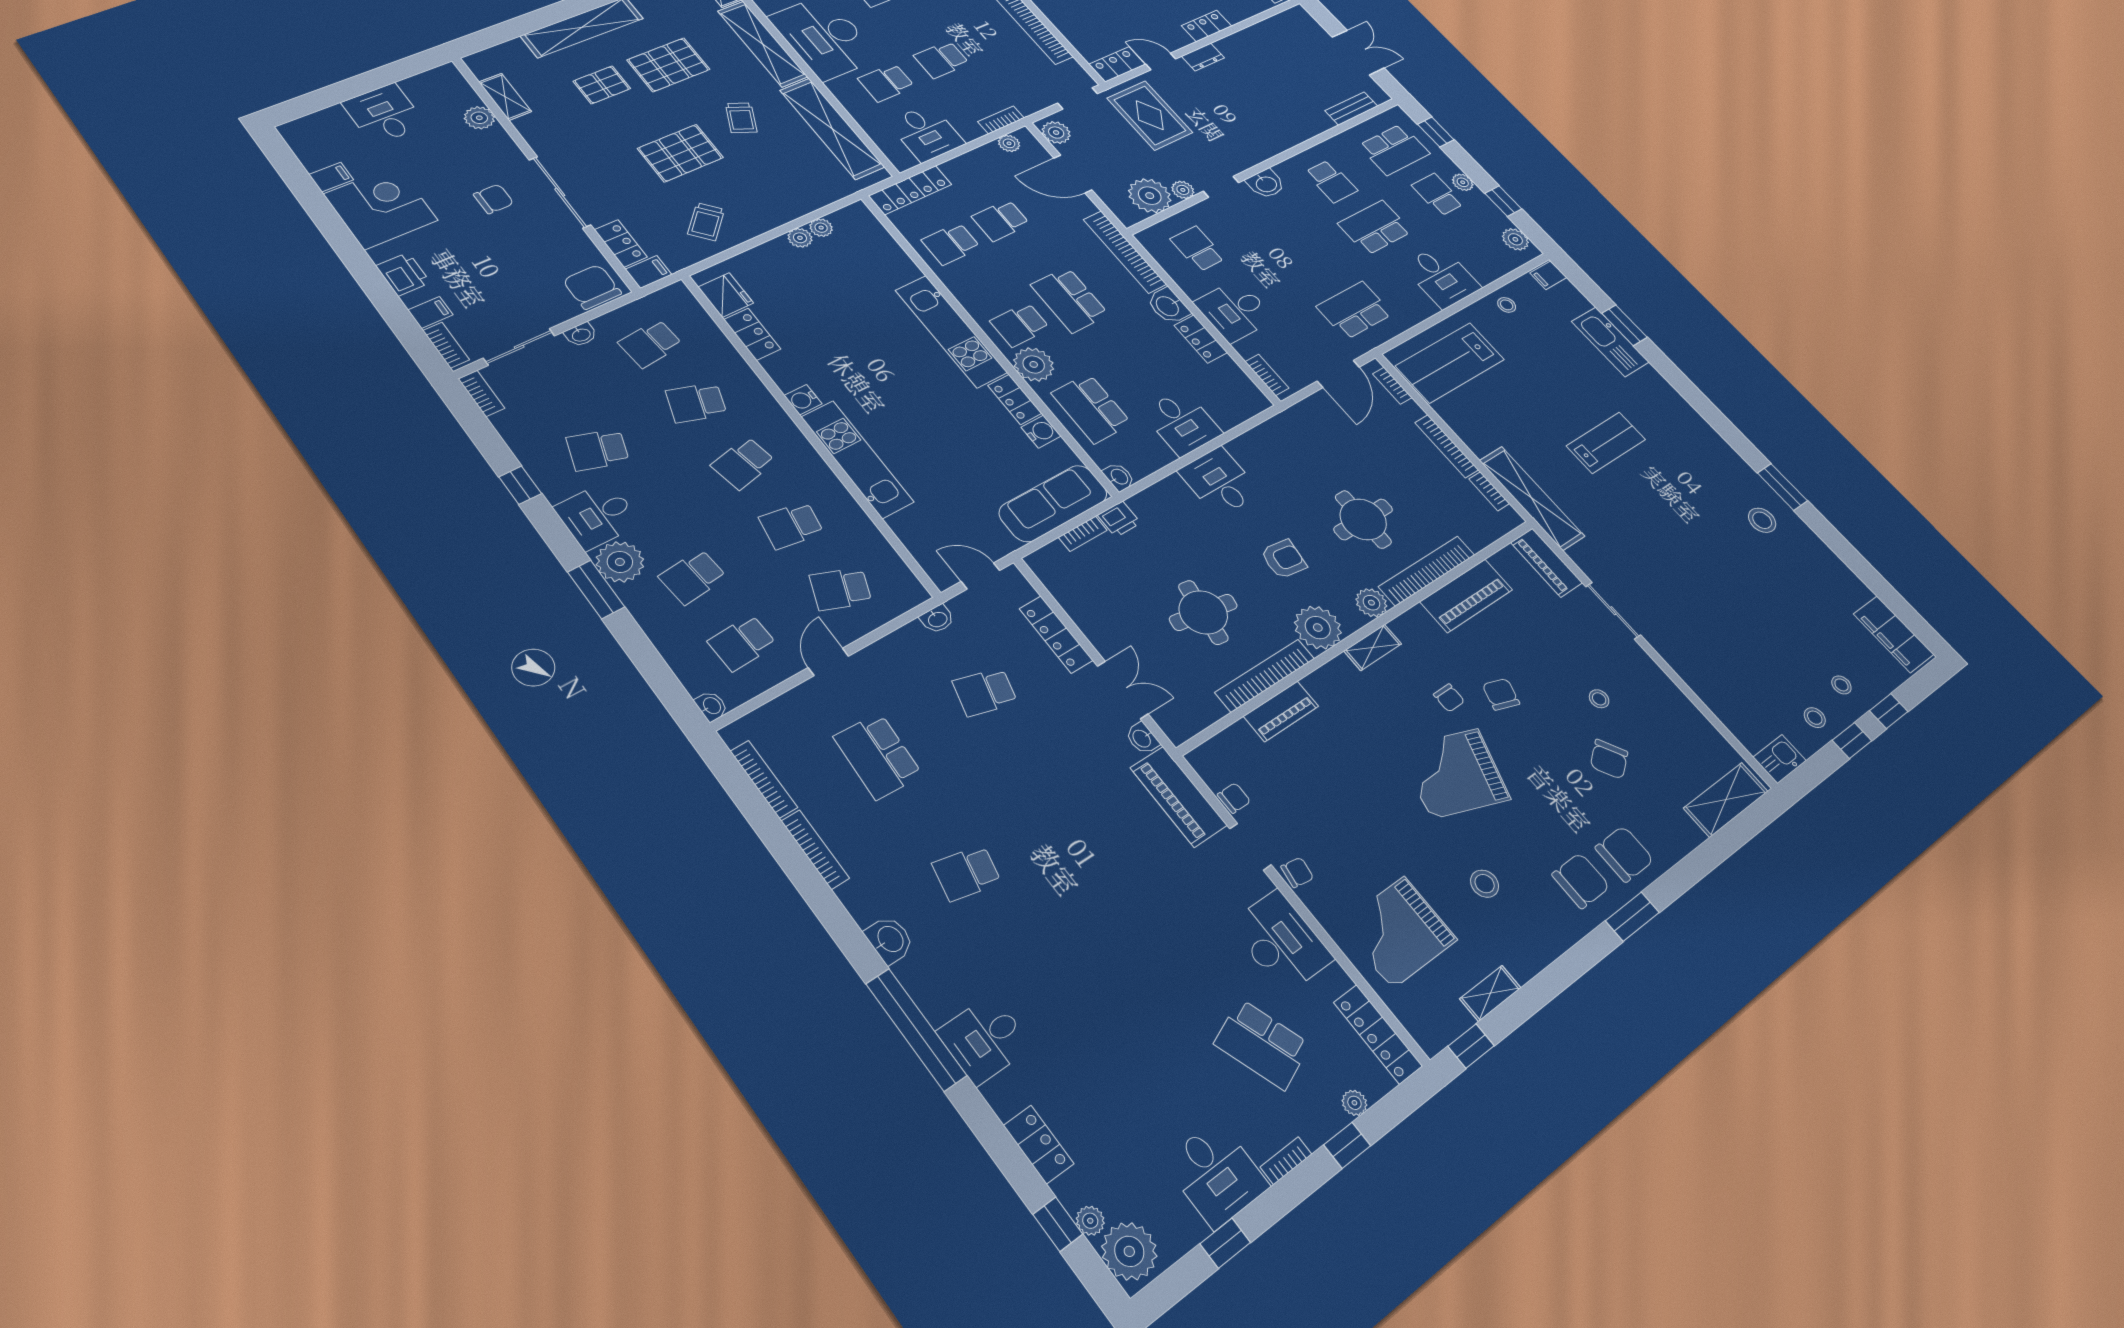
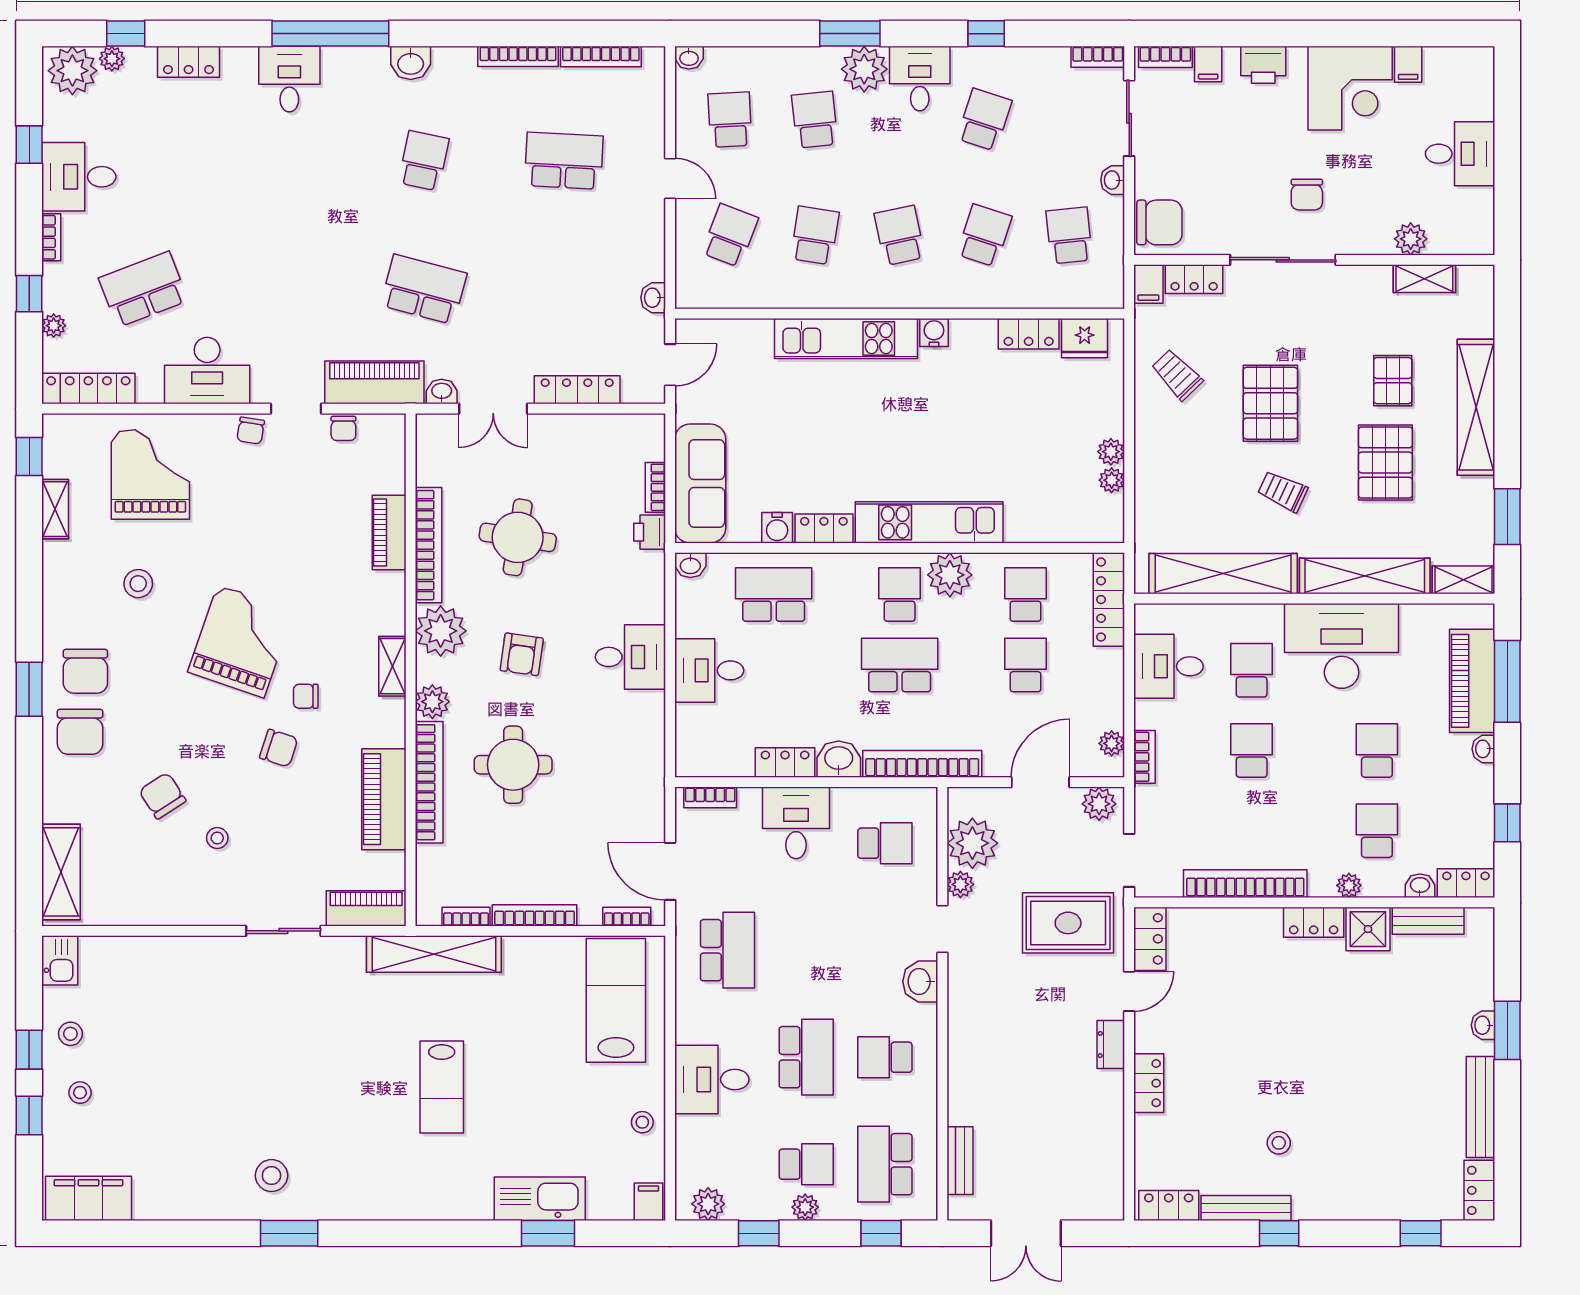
plant: (1034, 364) -> (950, 575), moved
school desk: (985, 692) -> (424, 289), moved, width x1.85

